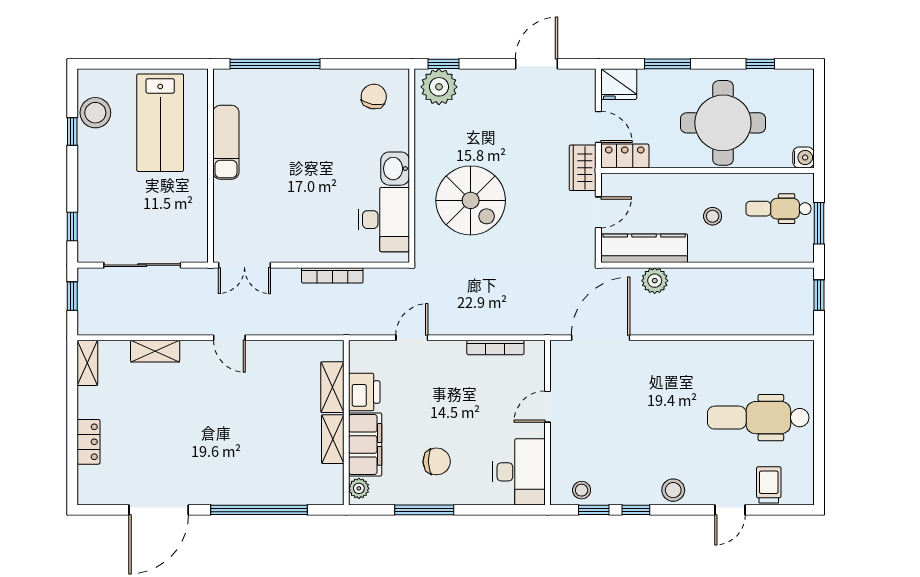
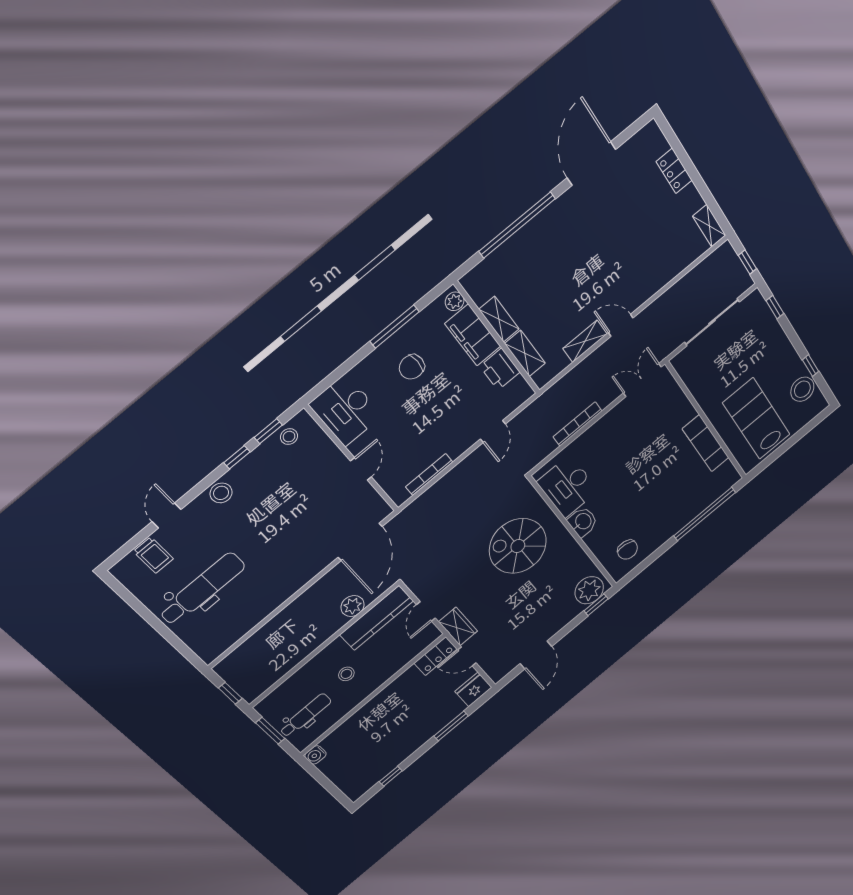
round table: (723, 123) -> (387, 727), removed
shelving: (155, 351) -> (585, 341), moved

